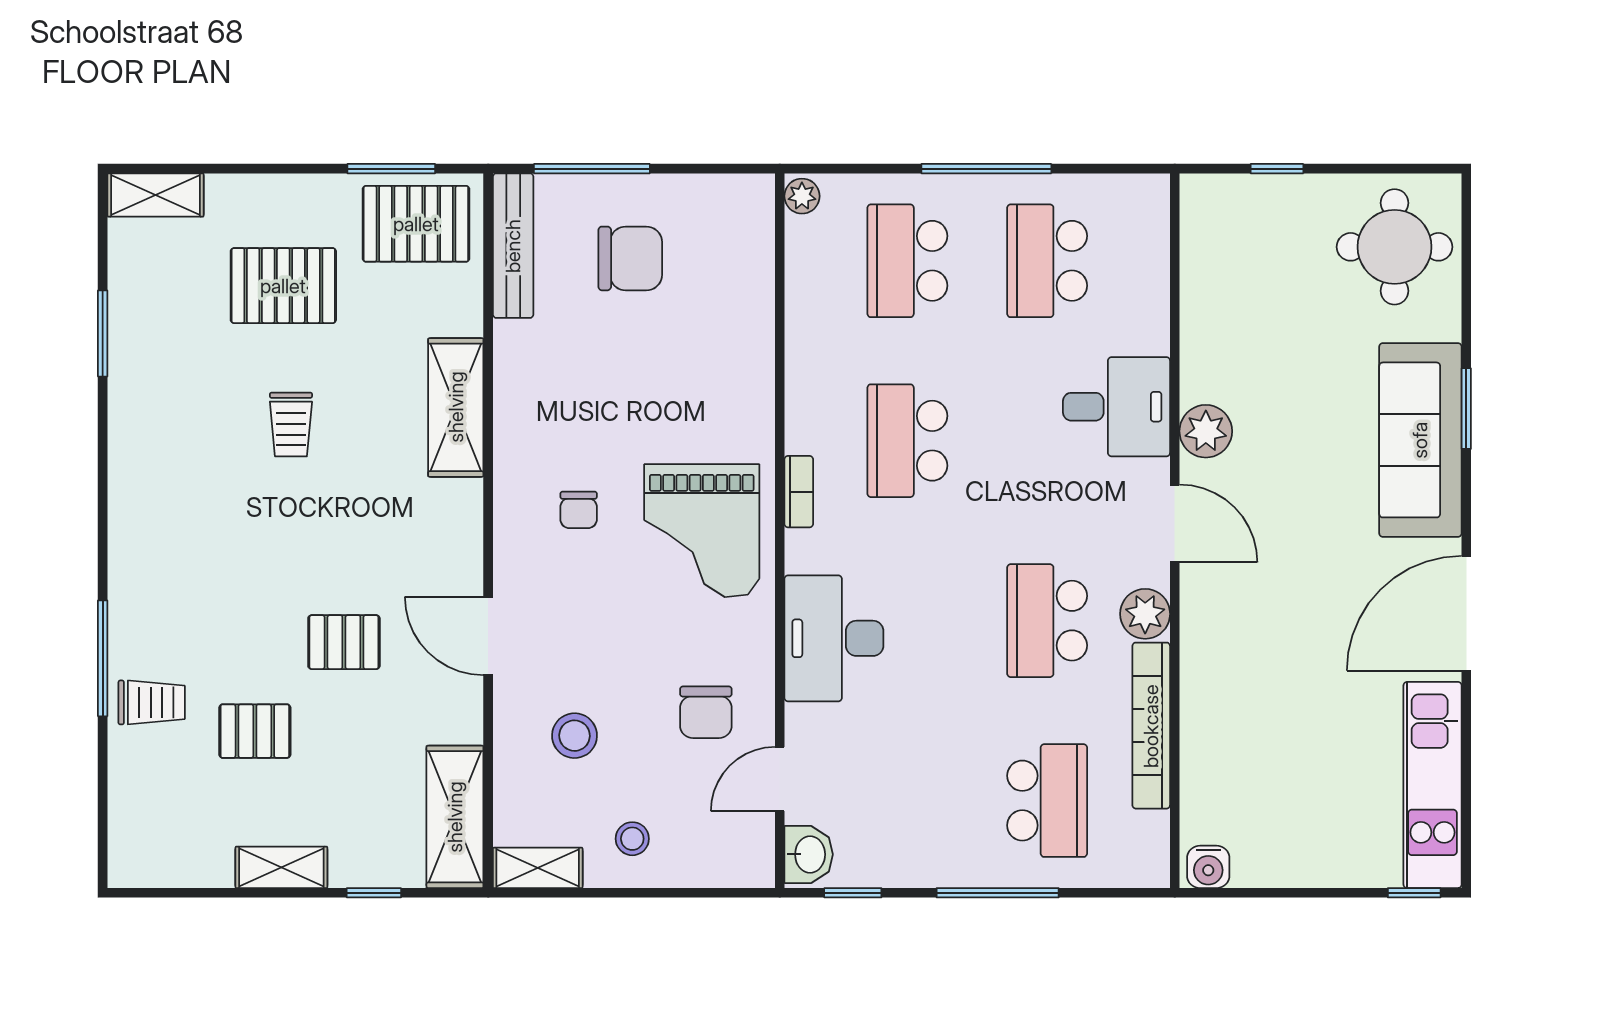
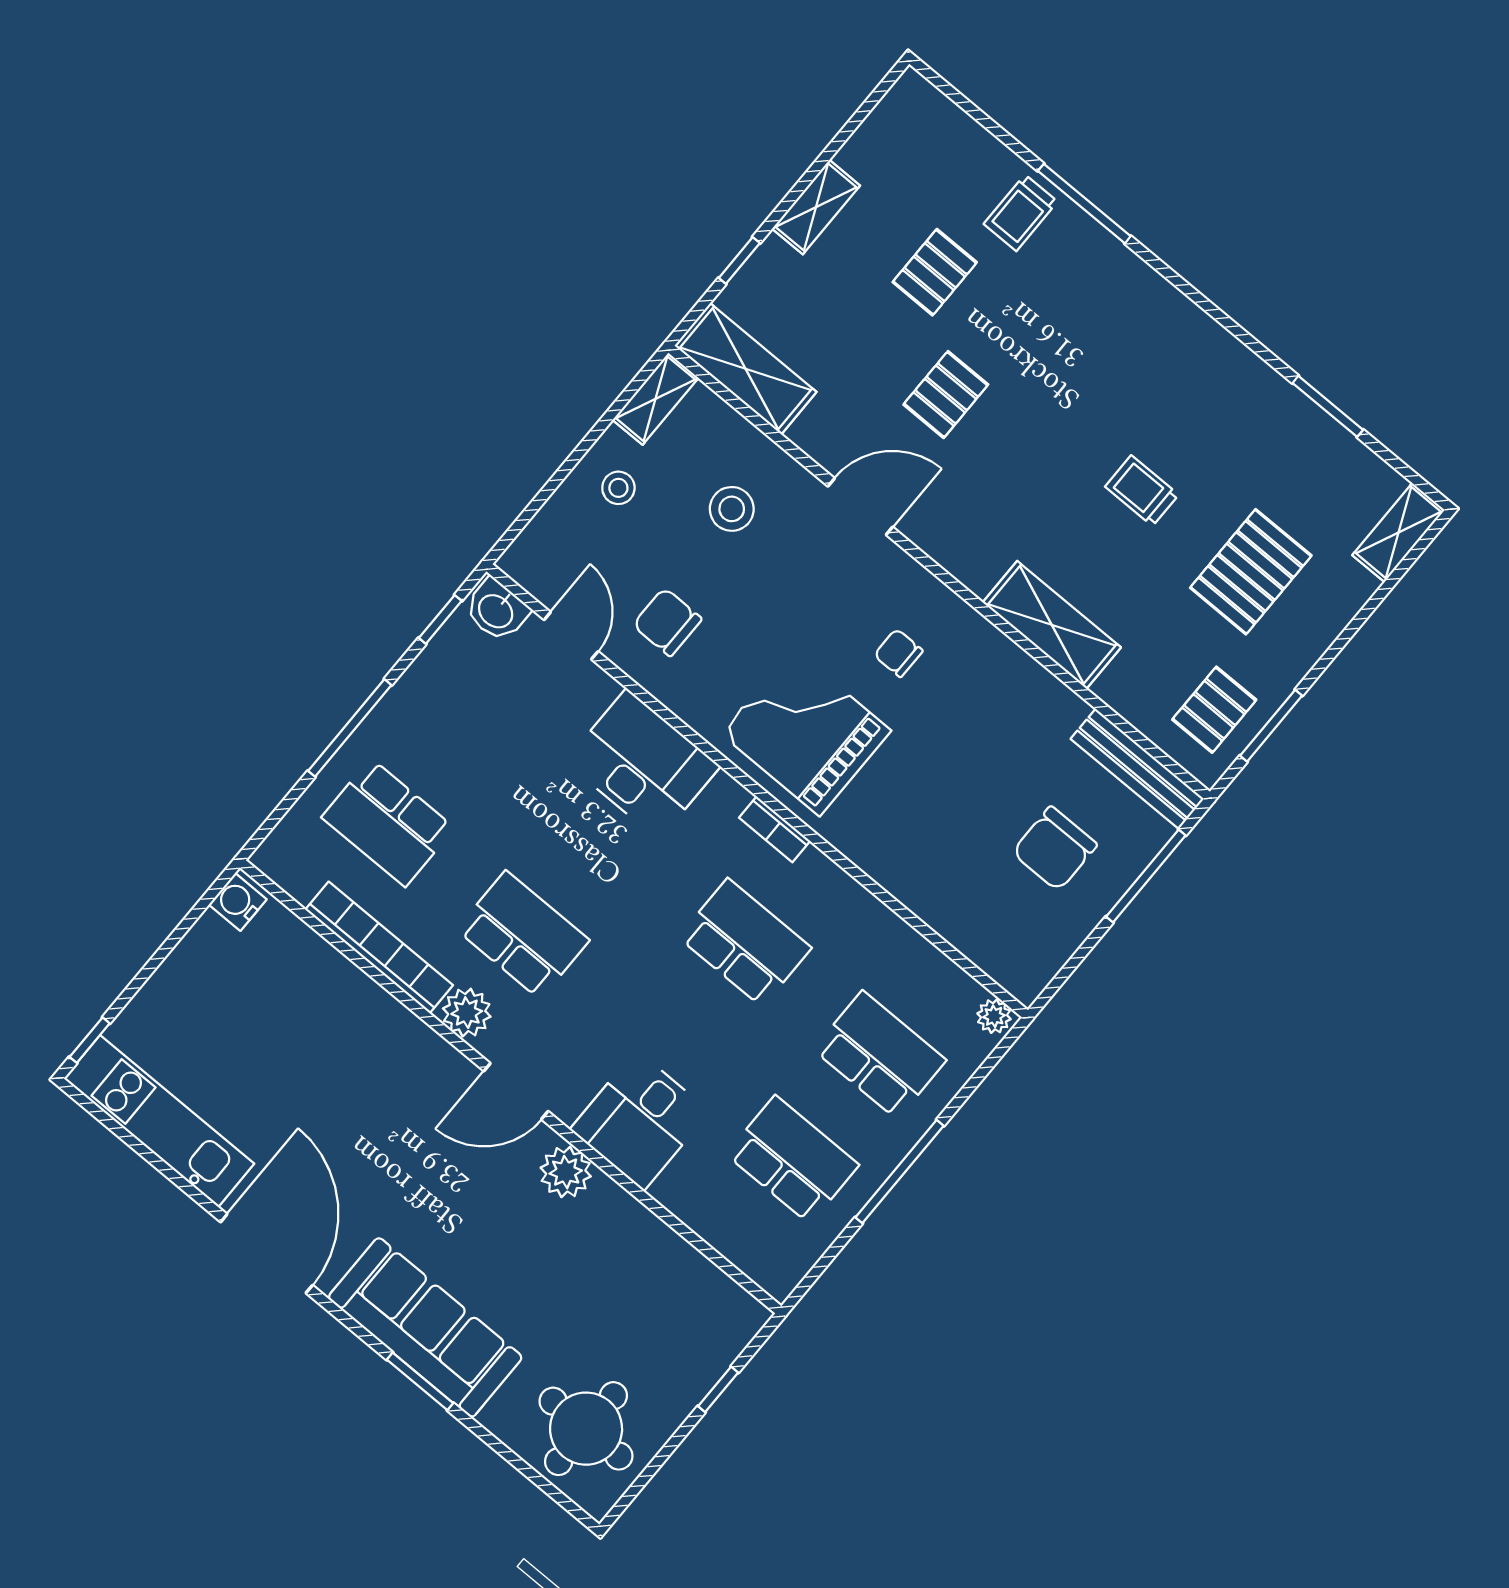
pallet: (416, 224) -> (1214, 710), width x0.67, depth x0.71

